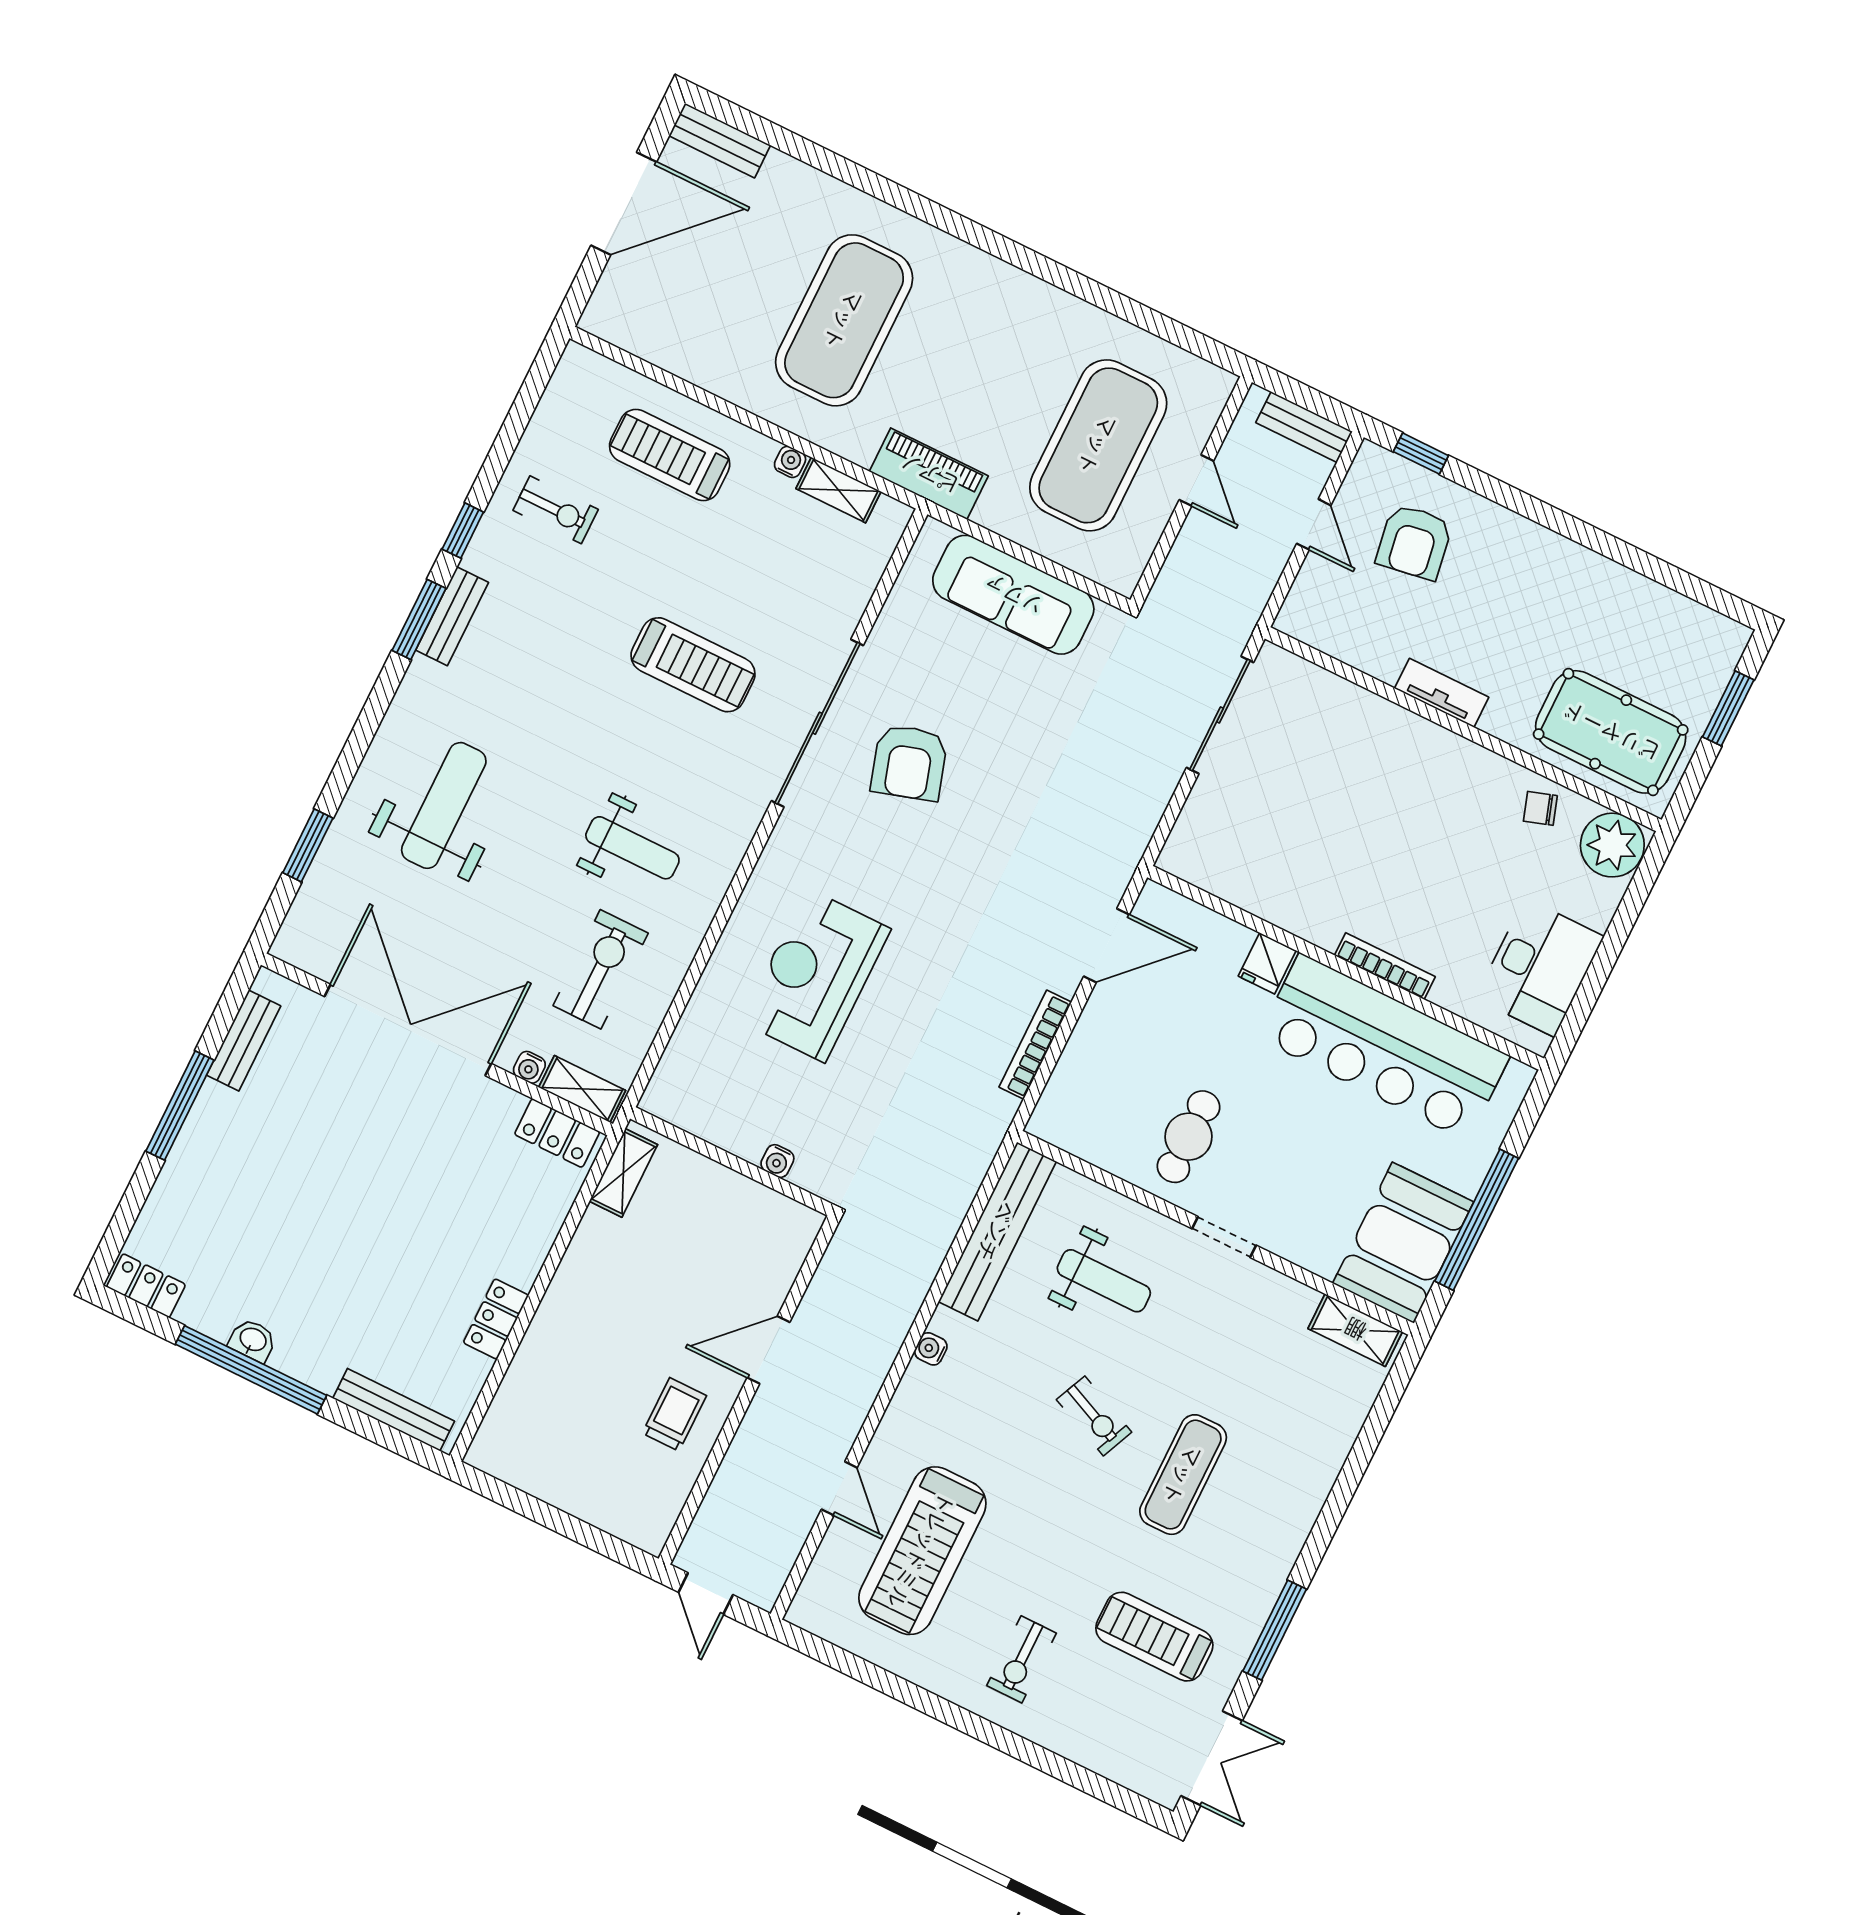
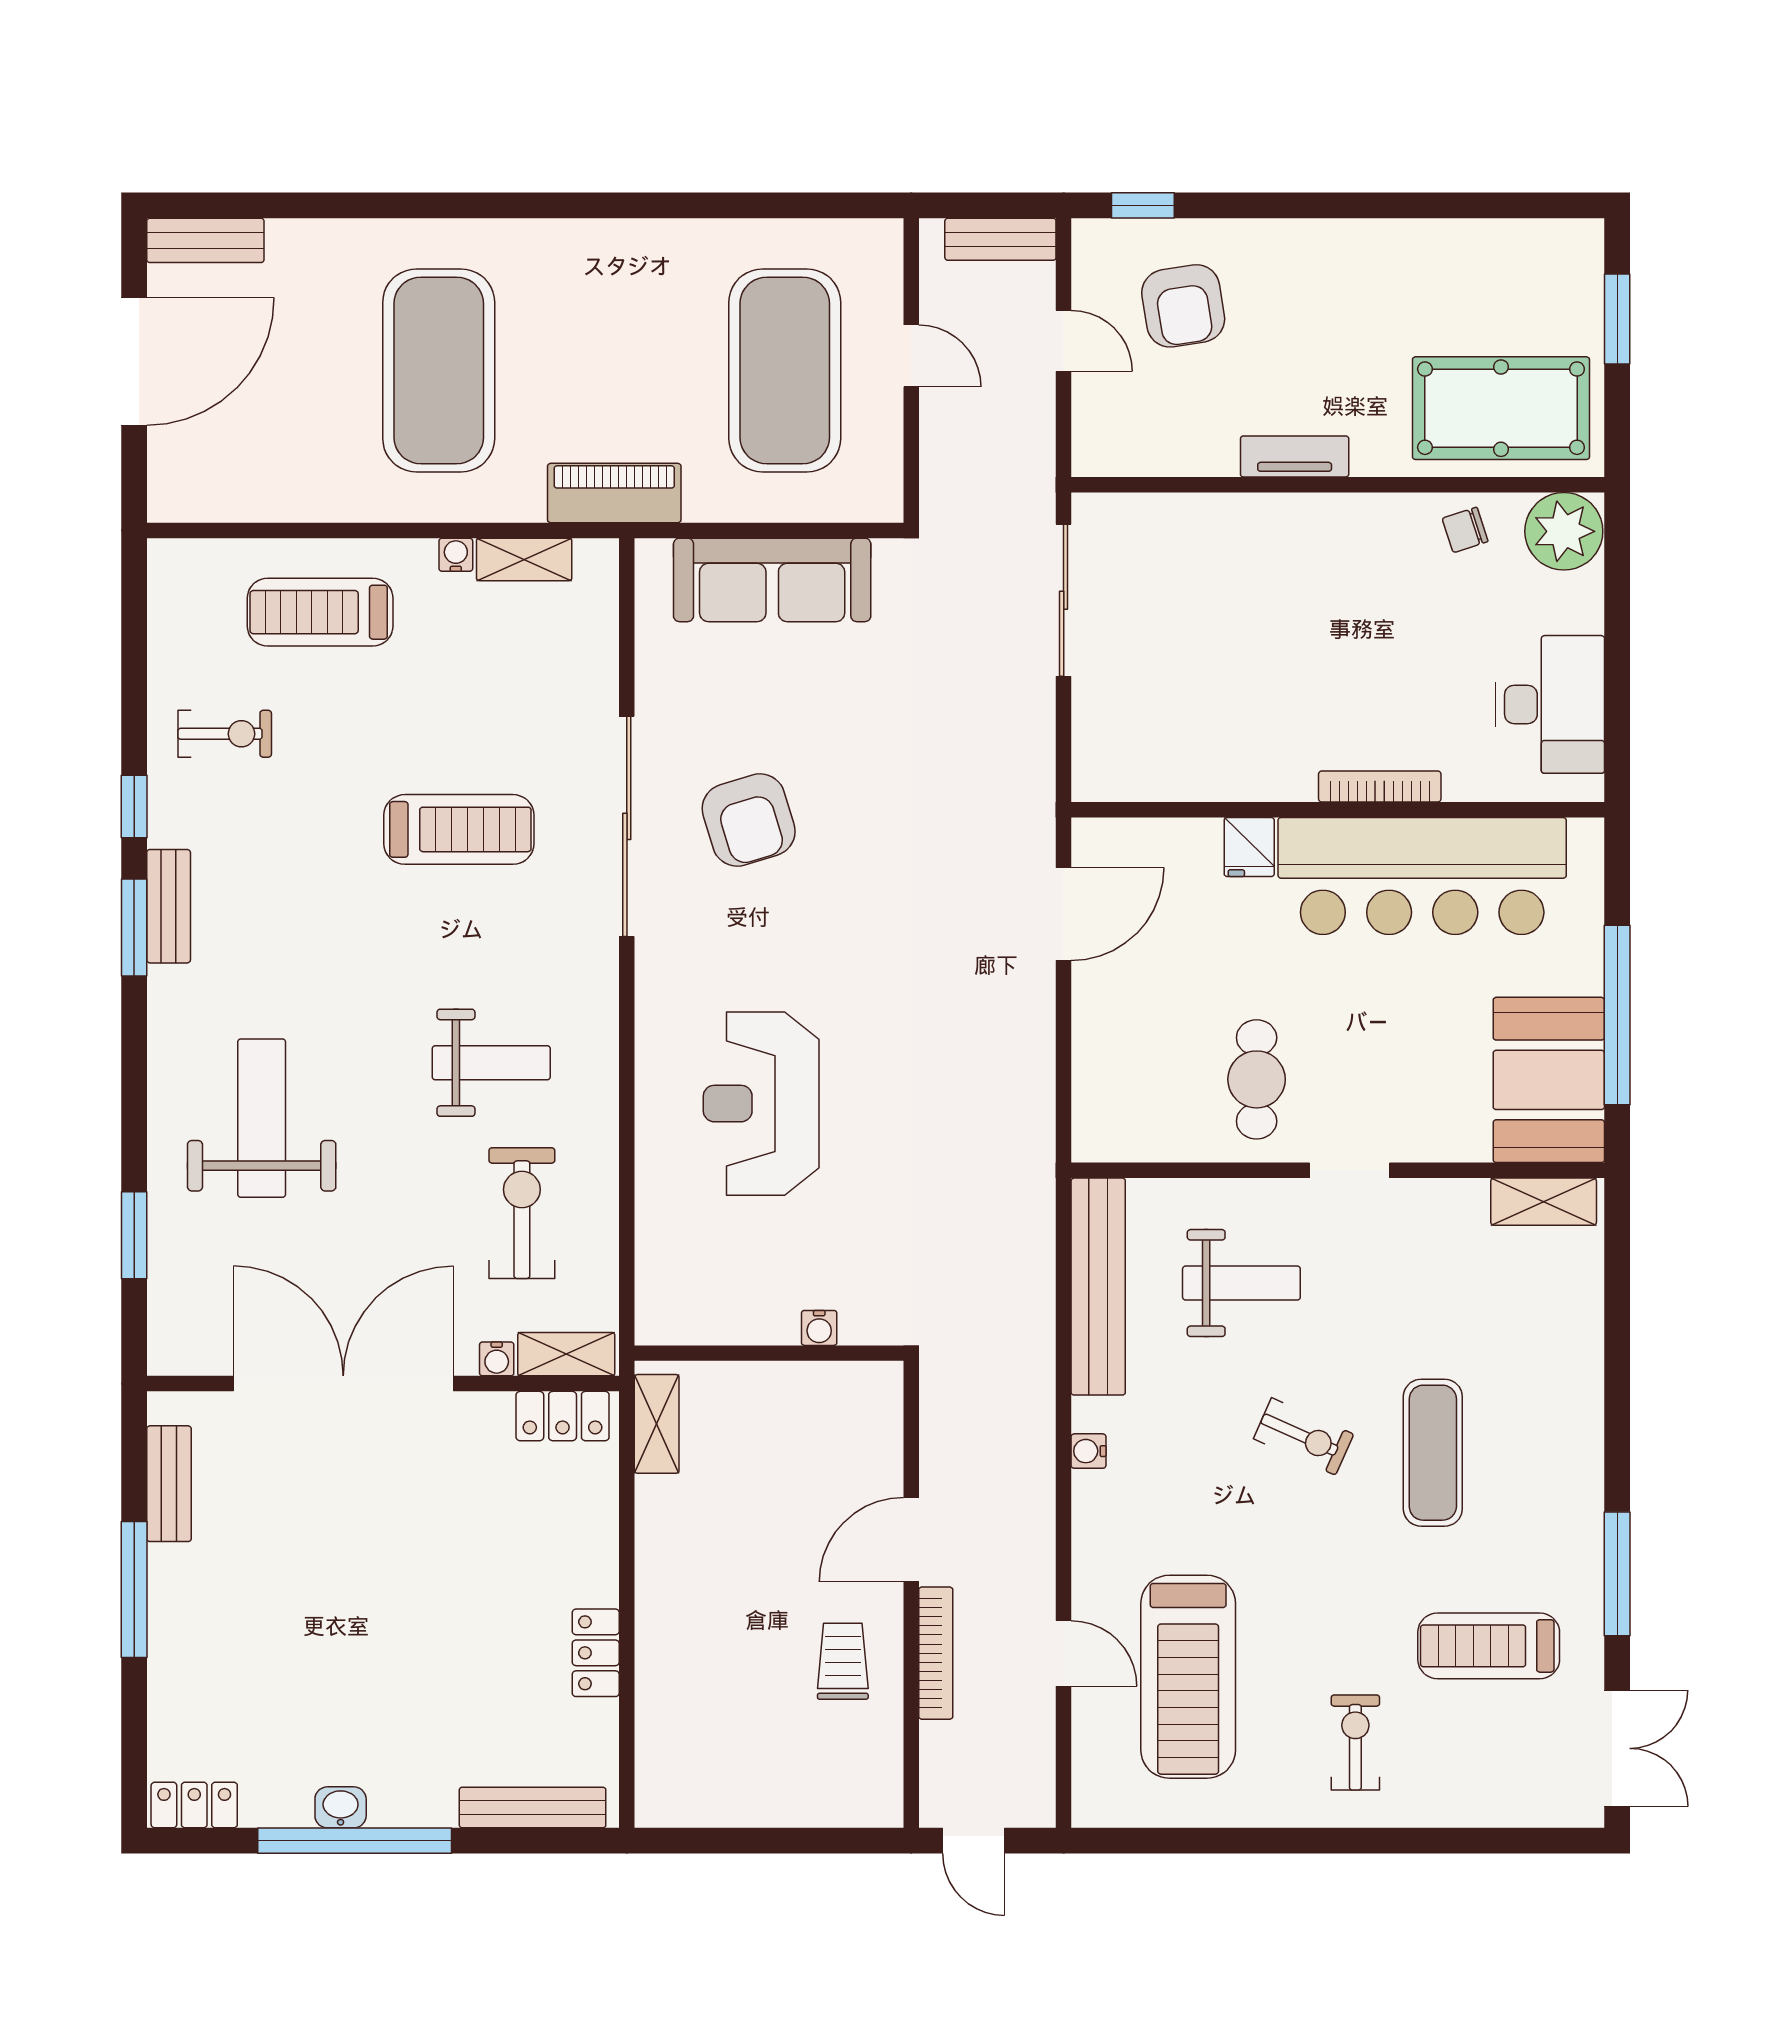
bookcase: (1035, 1045) -> (936, 1653), moved, turned 180
exercise bike: (1021, 1659) -> (1355, 1743), turned 180

